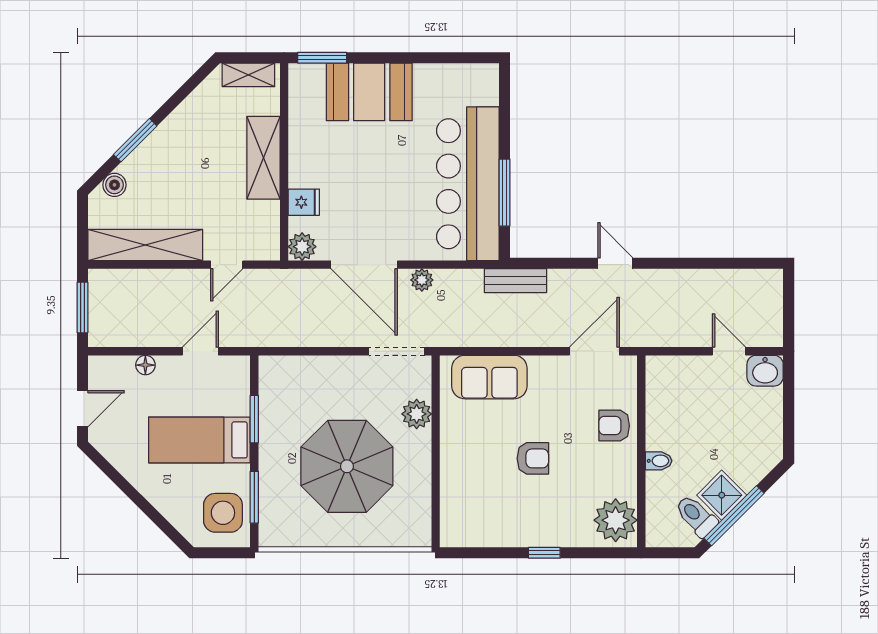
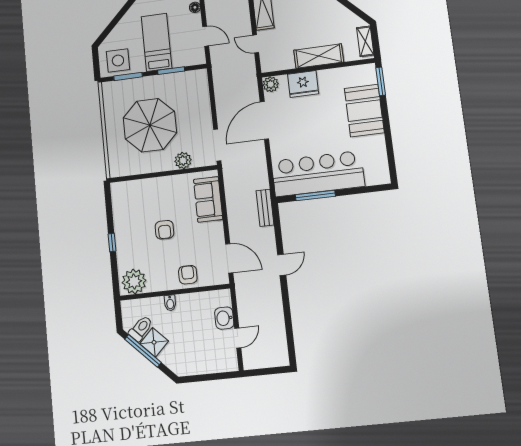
fridge: (304, 202) -> (303, 84), width x1.88, depth x1.34
plant: (422, 280) -> (259, 154), removed
washbasin: (765, 371) -> (224, 318), moved

